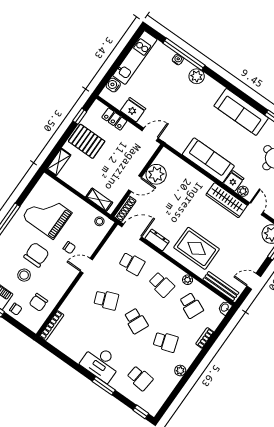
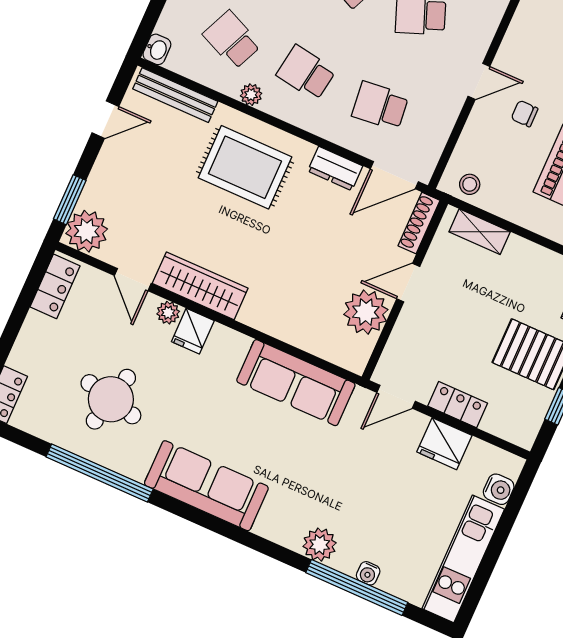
locker: (114, 119) -> (458, 405), moved
sofa: (208, 160) -> (296, 383), moved

